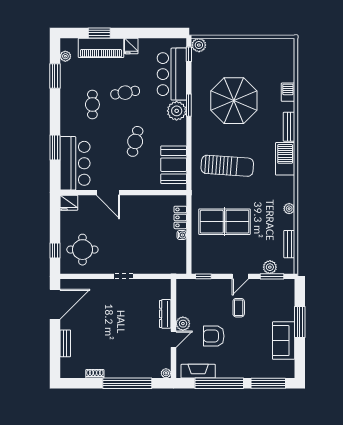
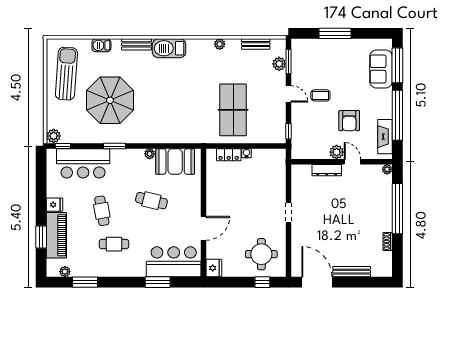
plant: (177, 111) -> (150, 154), moved, width x0.53, depth x0.53
sun lounger: (227, 166) -> (66, 74), moved
sofa: (284, 341) -> (381, 69), moved, turned 90
bench: (65, 343) -> (352, 272), width x1.36

